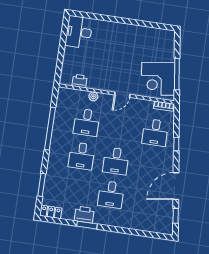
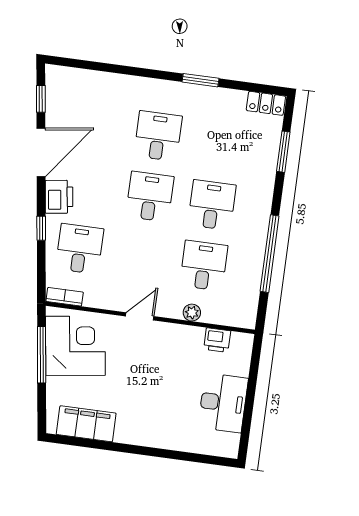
desk: (79, 32) -> (223, 403), moved
filing cabinet: (153, 36) -> (86, 424), added
printer: (84, 215) -> (59, 197), moved, turned -98

